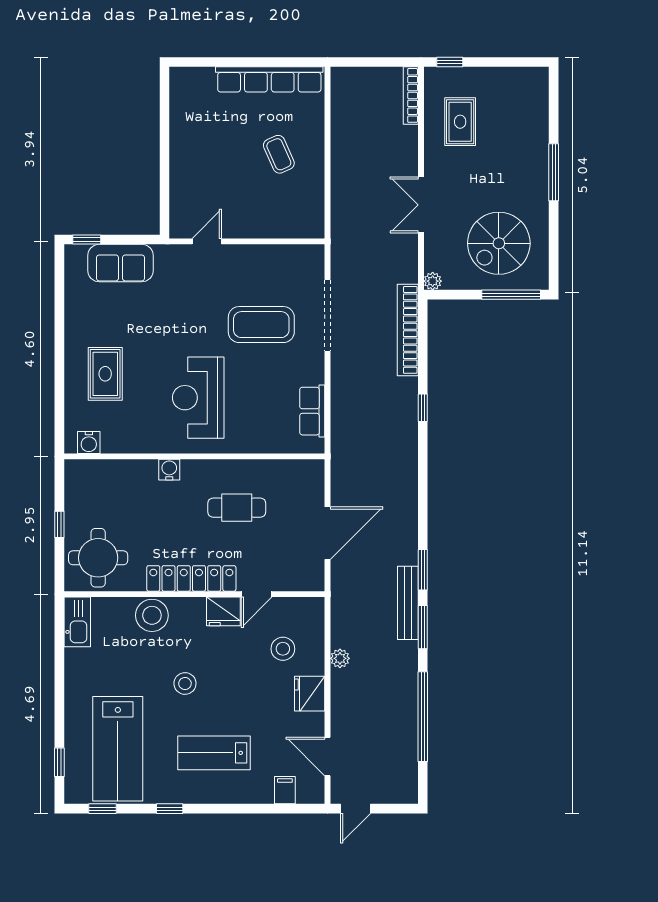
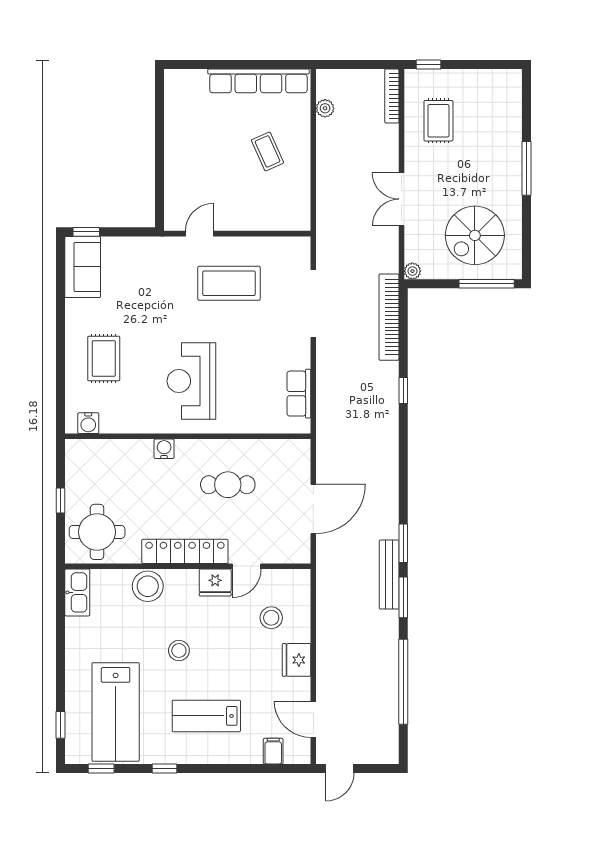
sofa: (120, 263) -> (83, 267), moved, turned -90
coffee table: (261, 325) -> (229, 283), moved
plant: (340, 658) -> (325, 108), moved

